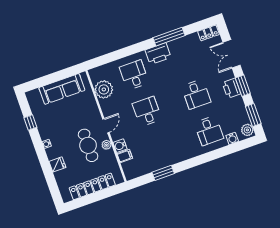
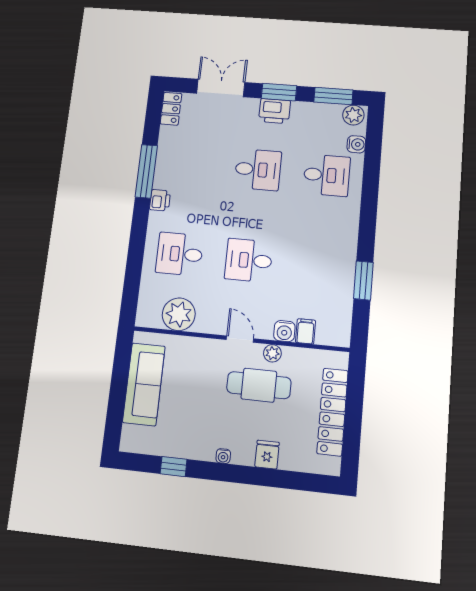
printer: (158, 54) -> (160, 200), width x0.53, depth x0.68
double door: (232, 54) -> (221, 88), swing flipped

